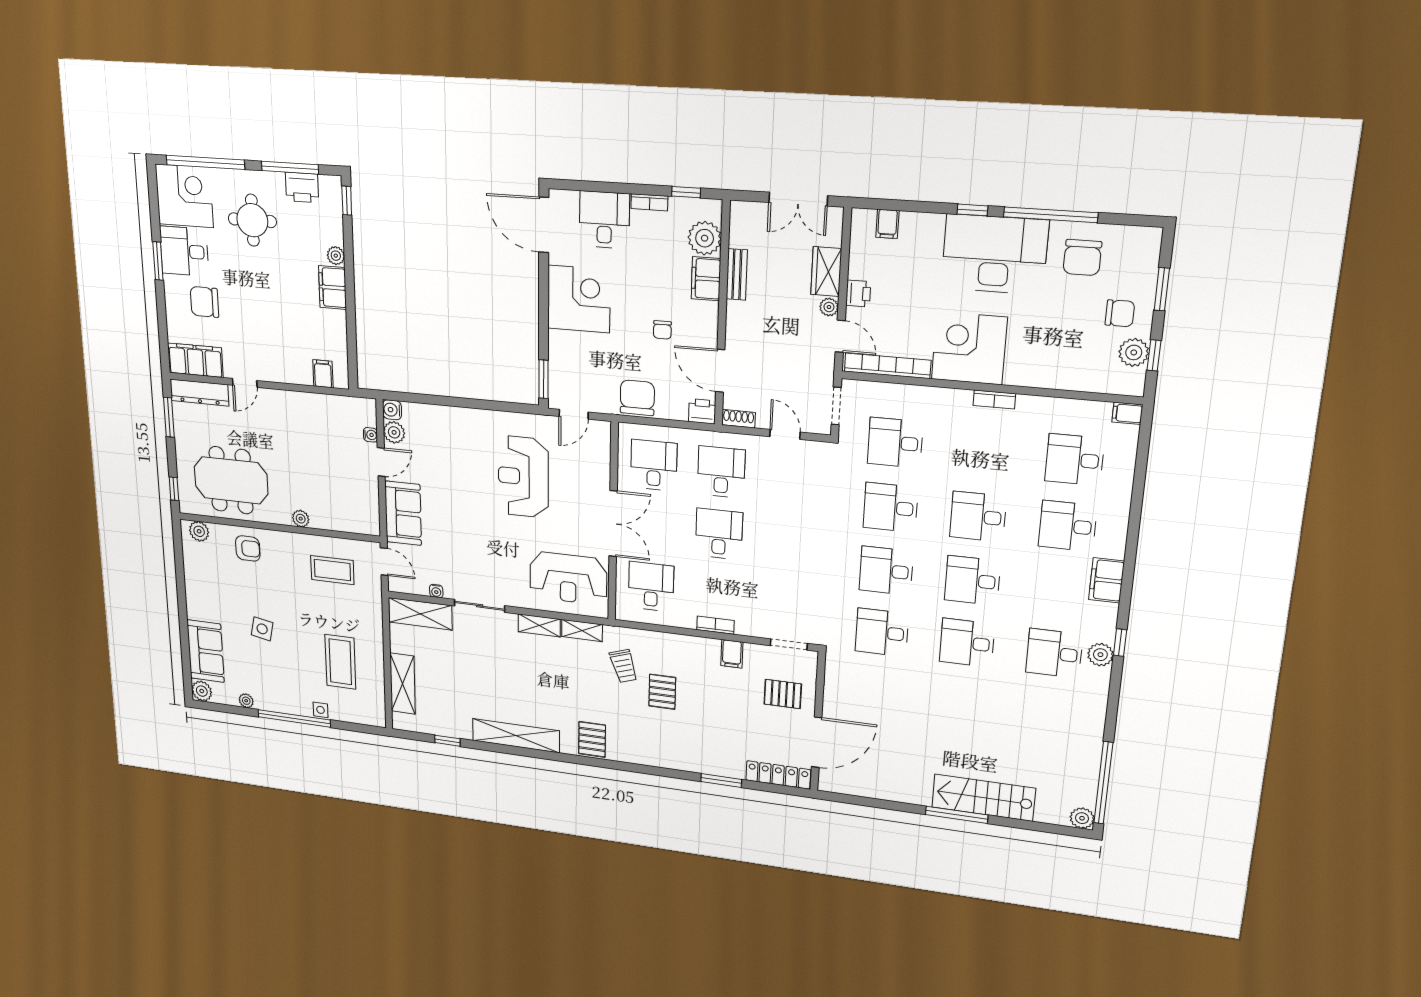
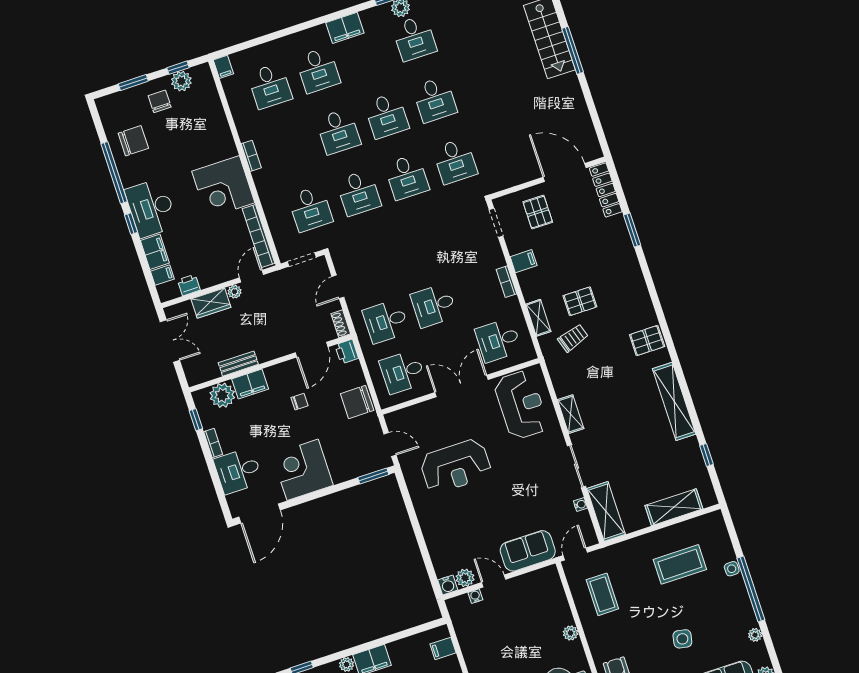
filing cabinet: (922, 226) -> (155, 252), added
desk: (995, 254) -> (151, 208), width x0.73, depth x0.77
printer: (858, 293) -> (189, 285), moved
shelving: (582, 630) -> (538, 318), moved

